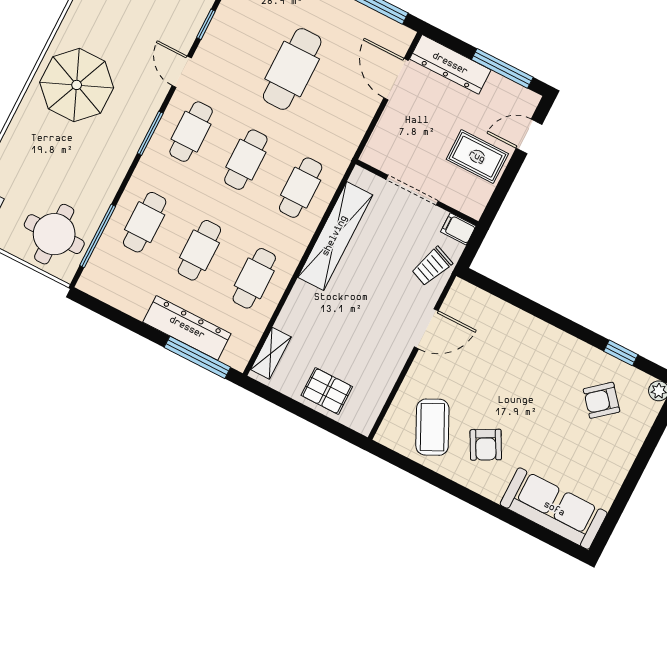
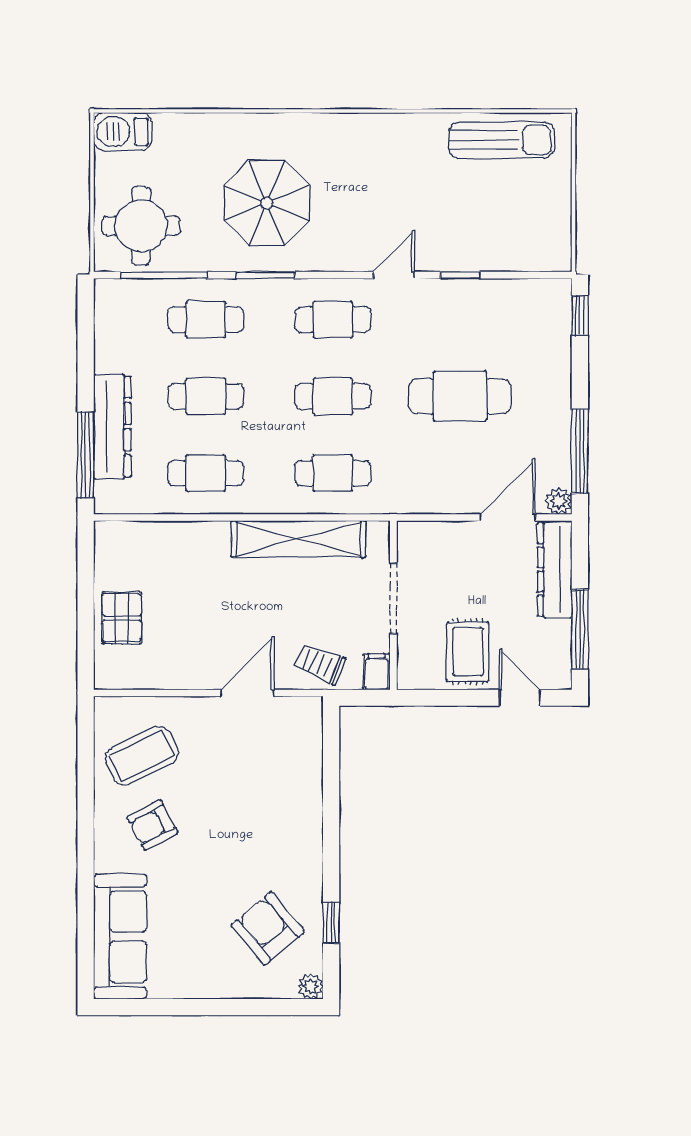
plant: (403, 37) -> (559, 501), added
parasol: (77, 85) -> (267, 203), moved
window: (150, 133) -> (265, 275), moved
door: (426, 329) -> (247, 693), swing flipped
shelving: (271, 353) -> (132, 534), removed
armchair: (602, 400) -> (268, 928), width x1.38, depth x1.38

